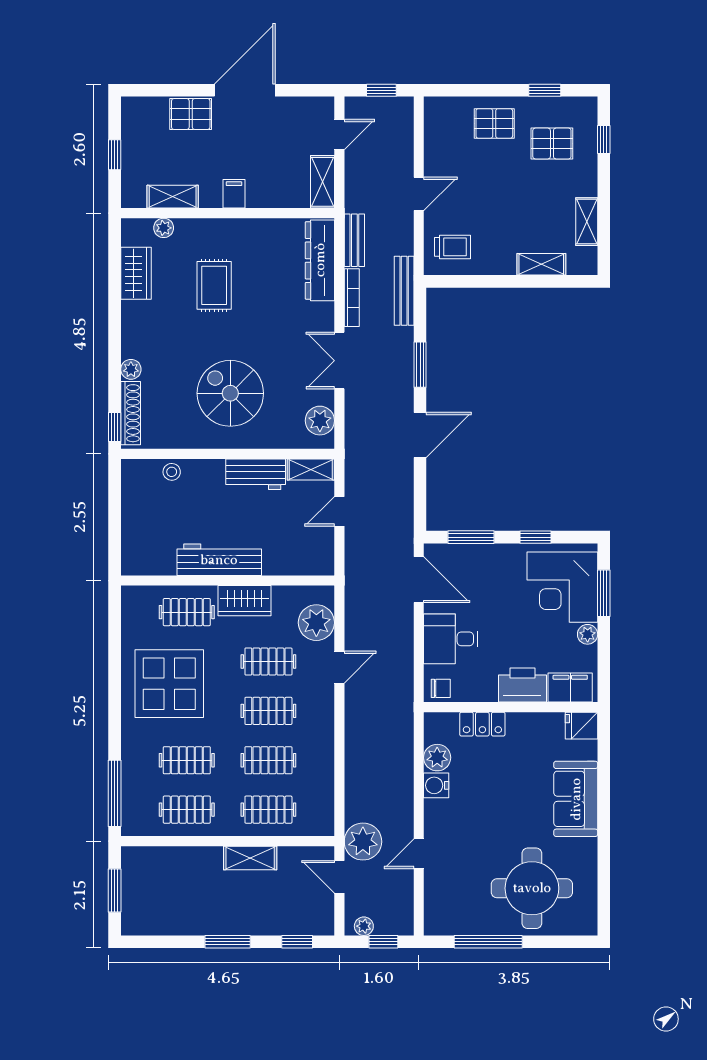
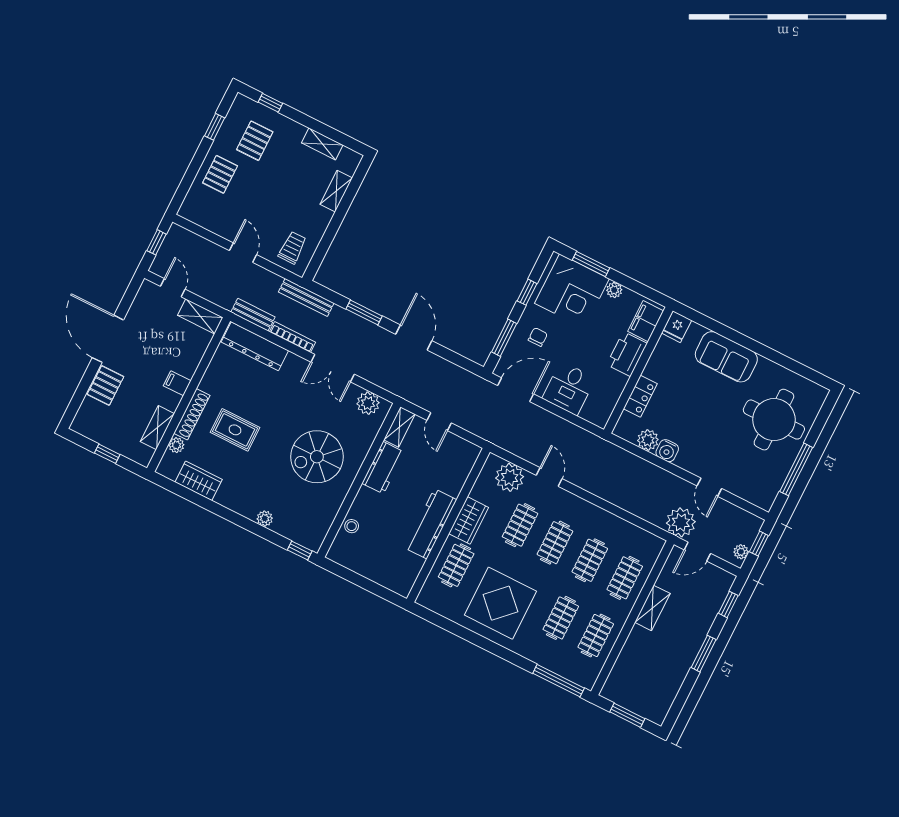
shoe rack: (131, 413) -> (192, 414), moved, turned 90
chair: (441, 688) -> (538, 337), moved

